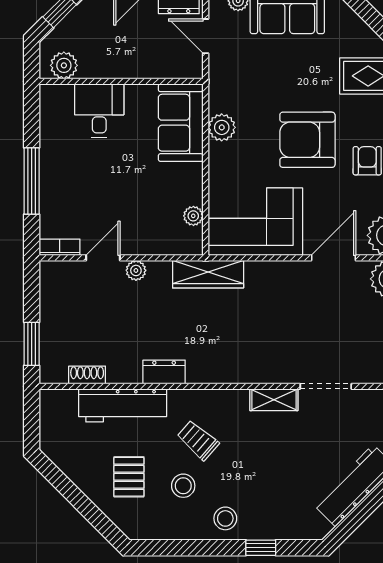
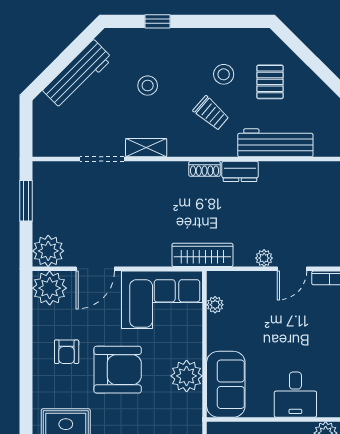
plant: (222, 127) -> (187, 376), width x1.36, depth x1.36
shoe rack: (87, 375) -> (205, 169), moved
stool: (225, 518) -> (148, 86), moved

